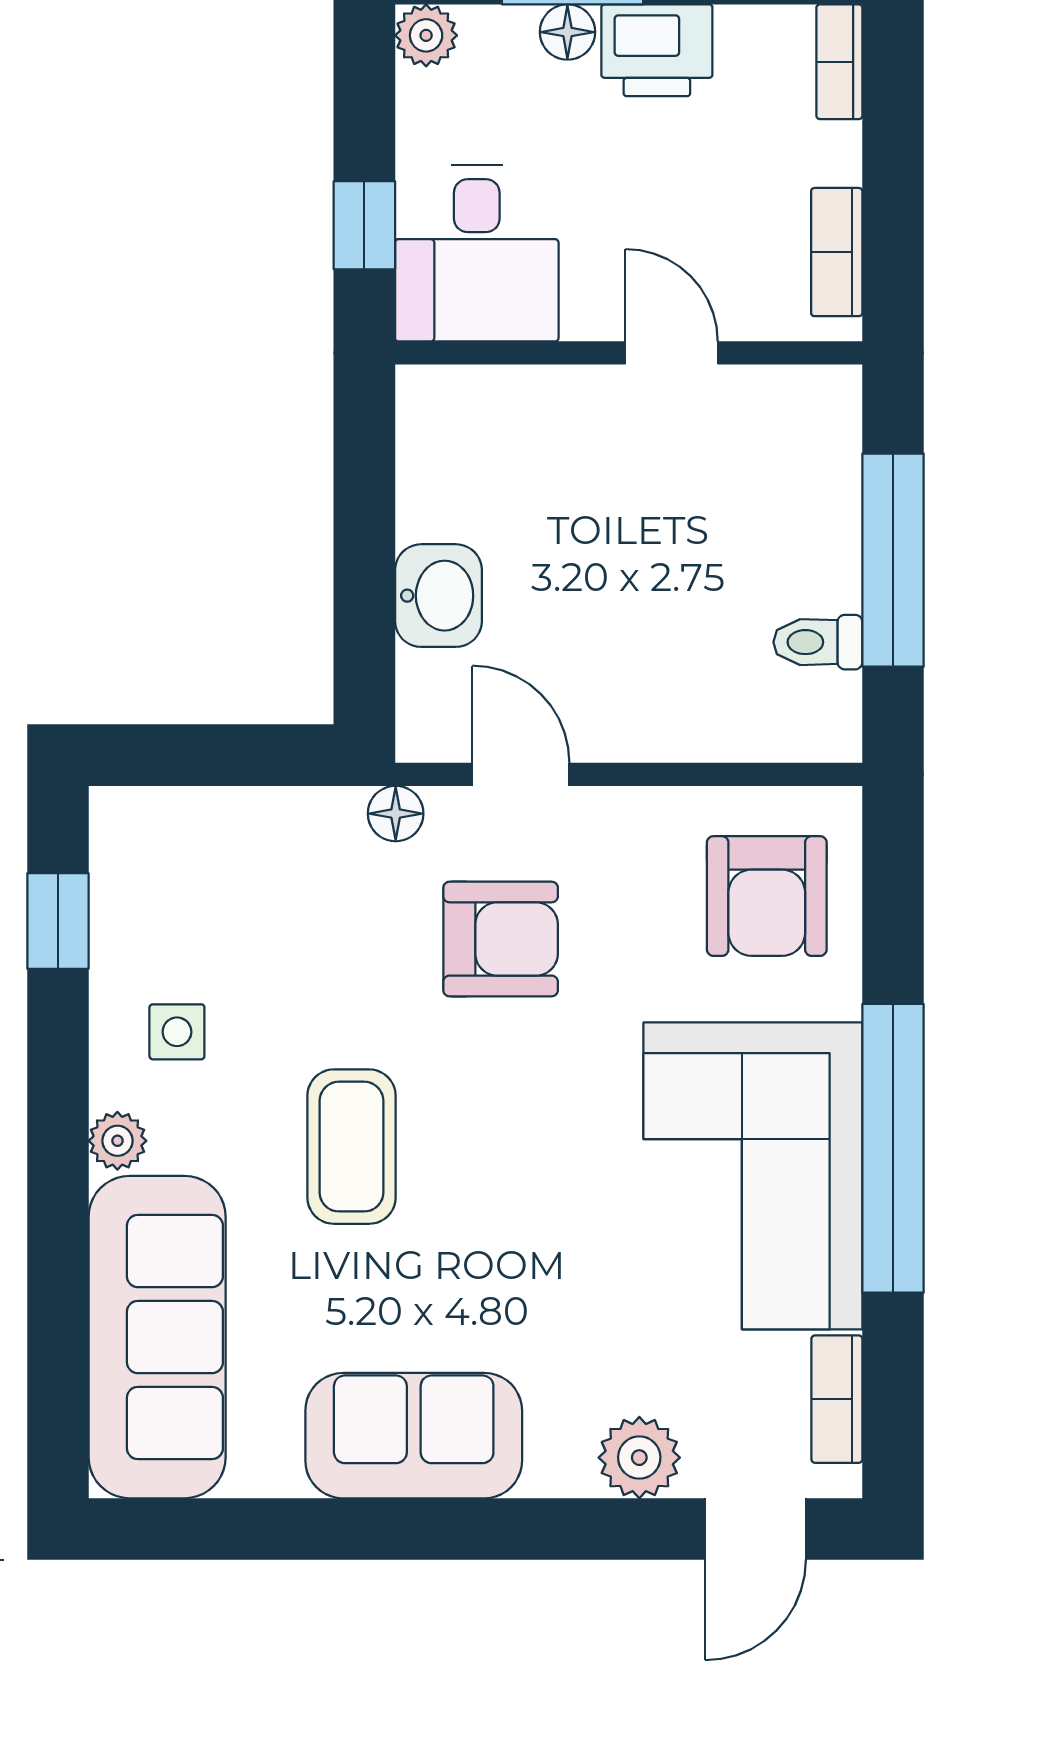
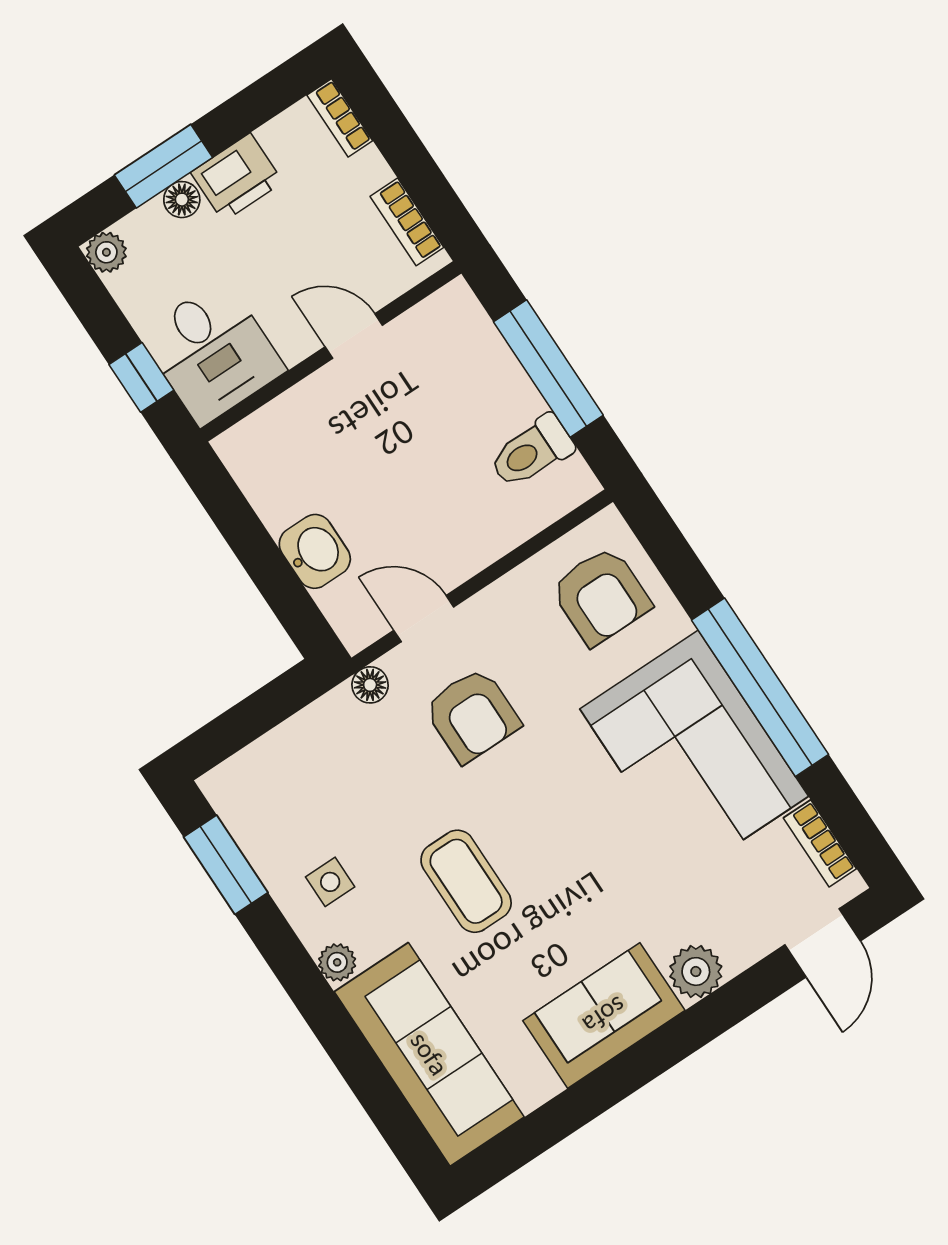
toilet: (818, 642) -> (531, 452), width x1.37, depth x1.39
window: (58, 921) -> (226, 865), width x1.50
armchair: (501, 939) -> (472, 715), turned 90
plant: (639, 1458) -> (696, 971), moved

